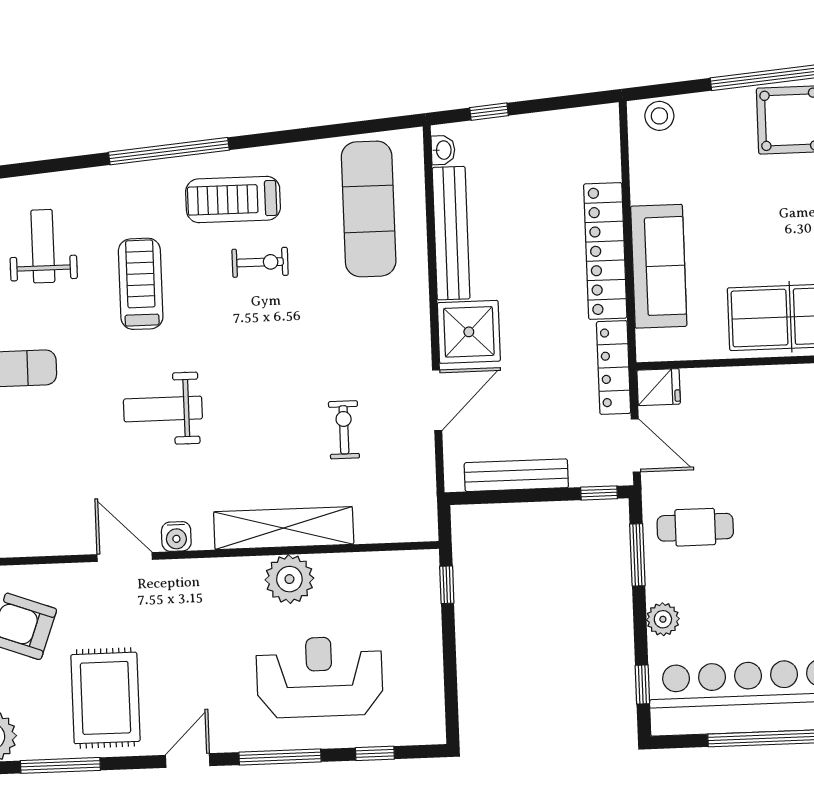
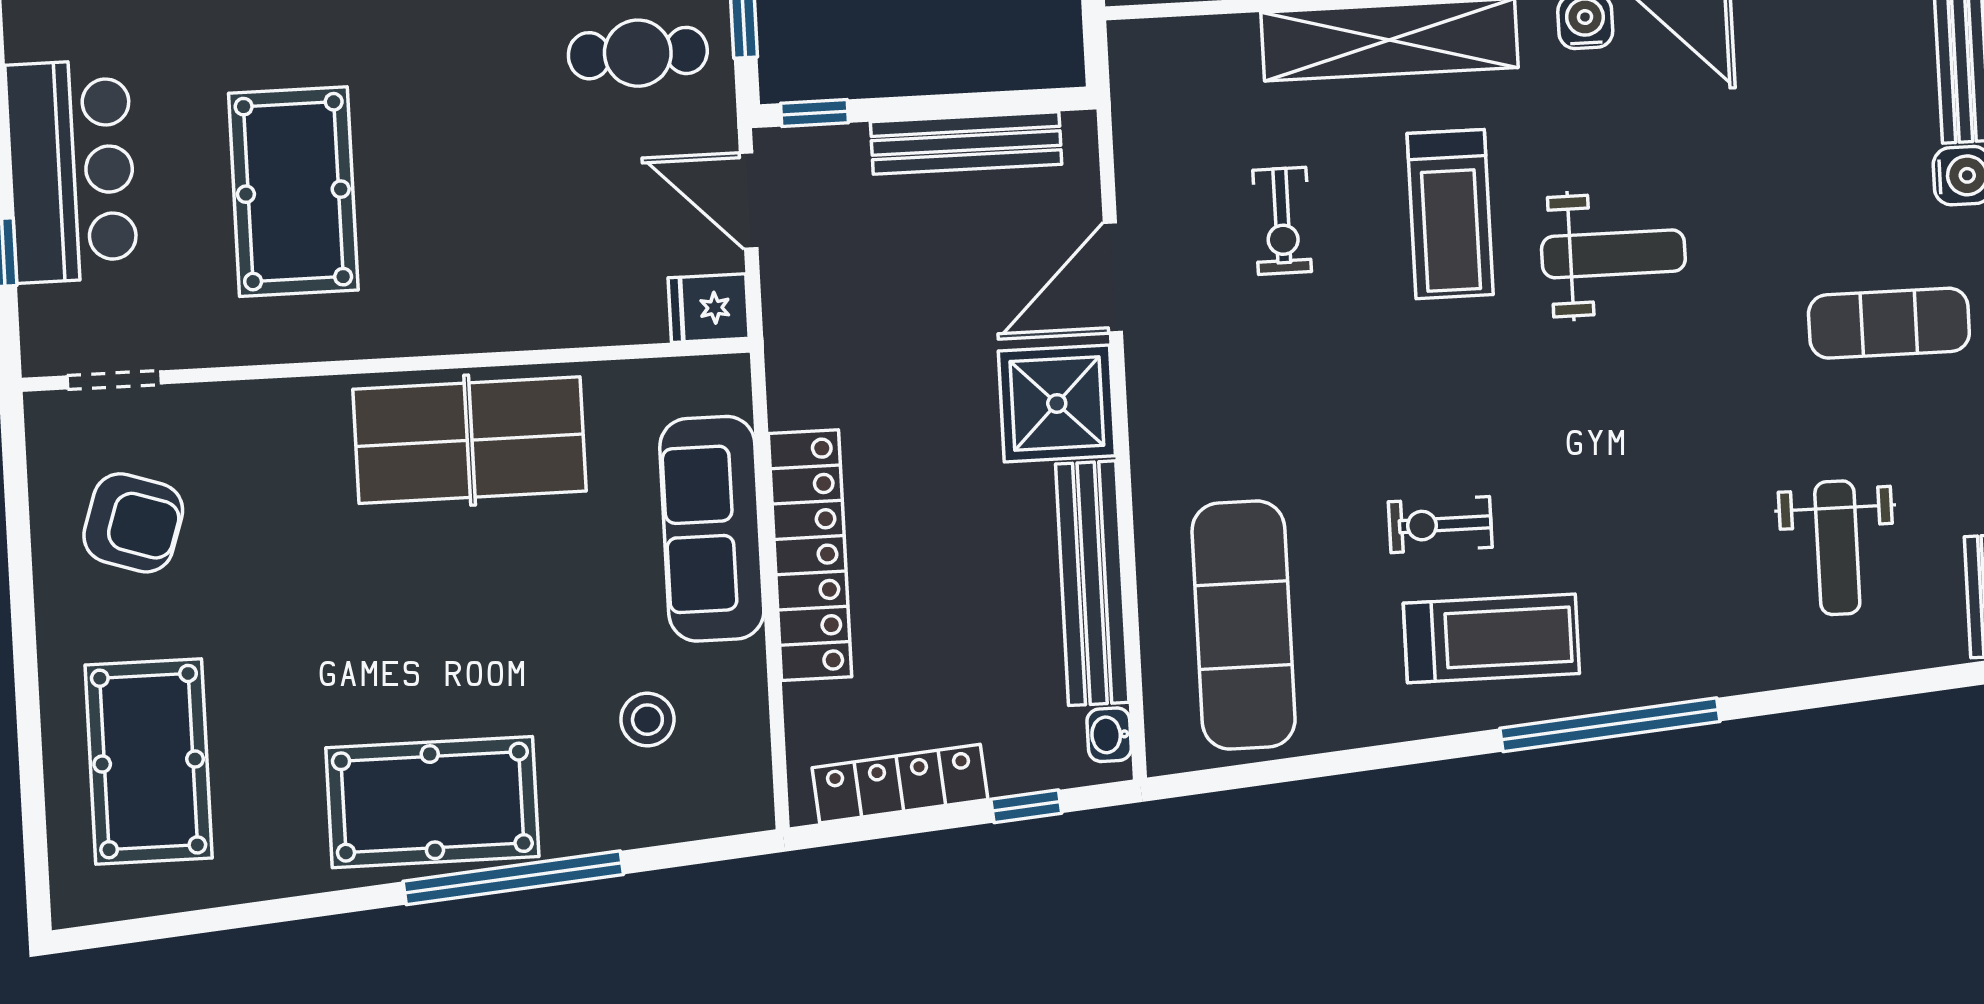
stool: (659, 116) -> (647, 720), moved
treadmill: (141, 284) -> (1450, 214), moved
locker: (614, 368) -> (900, 784), moved, turned -95

